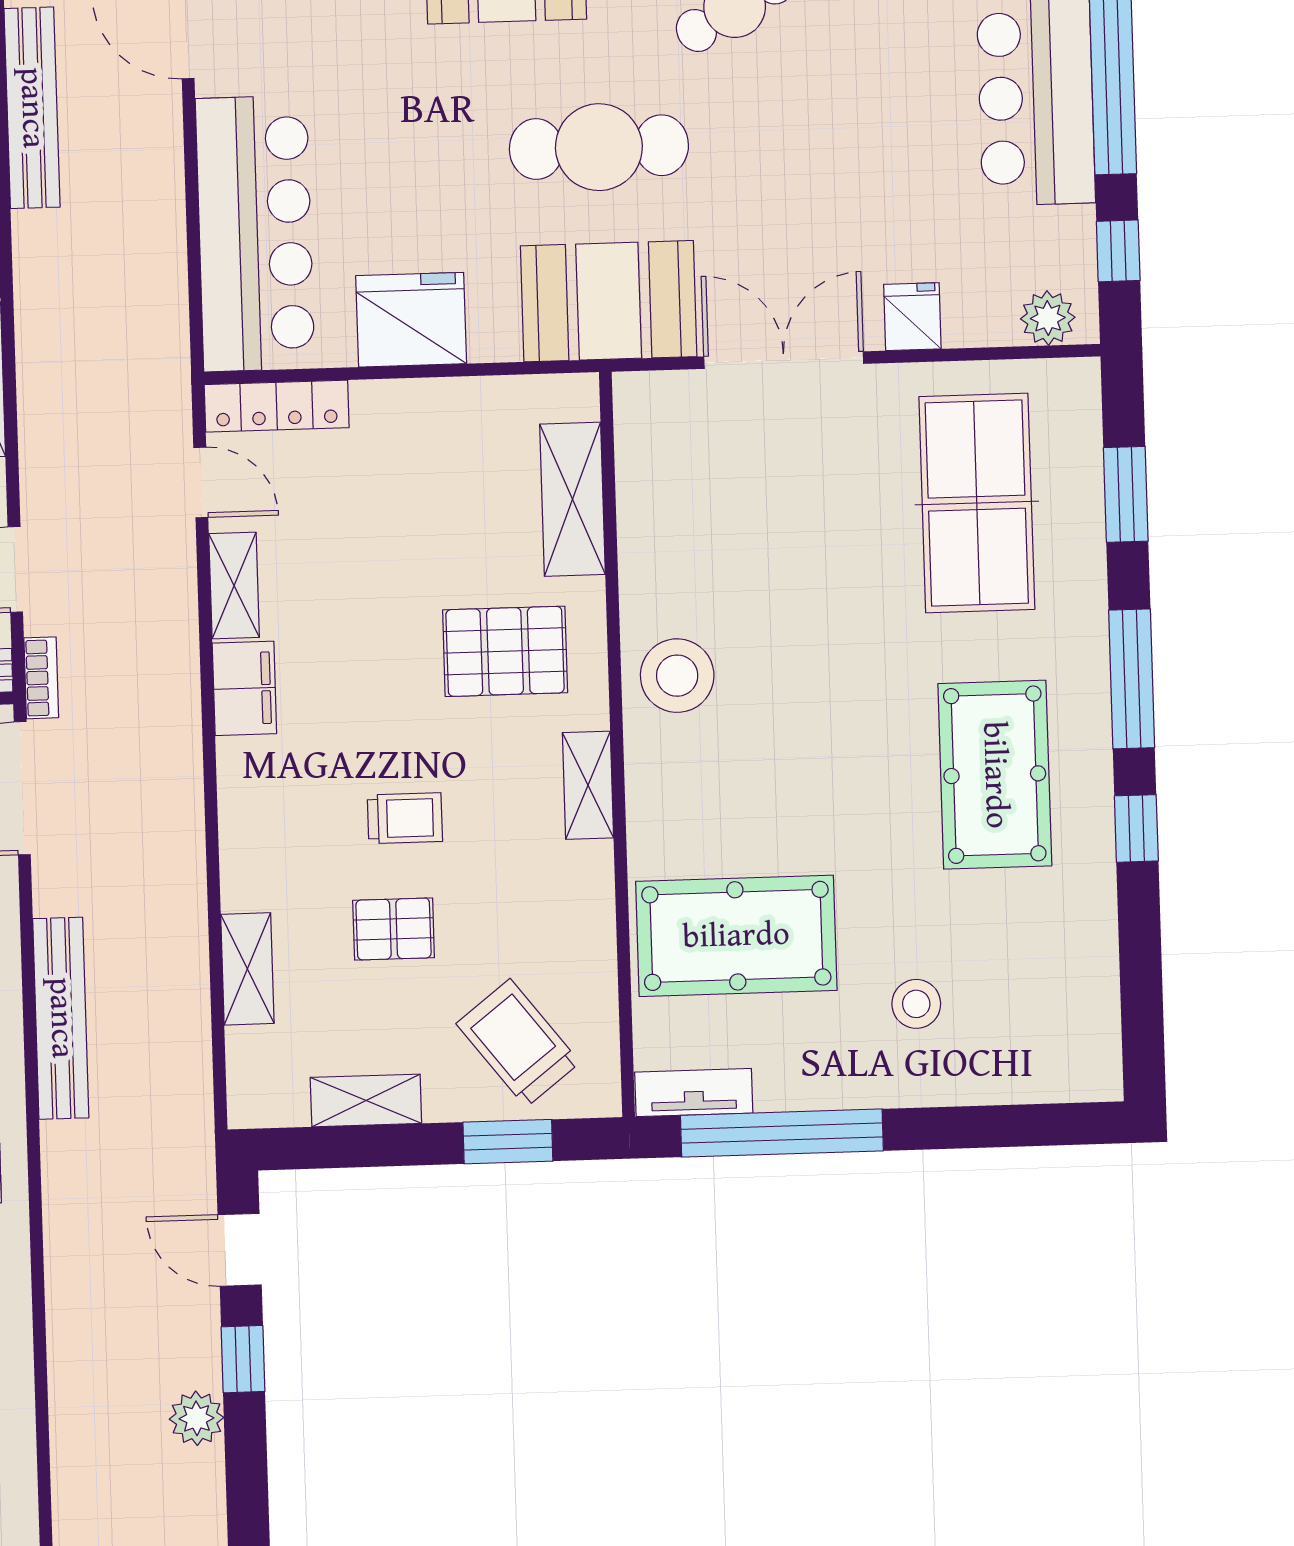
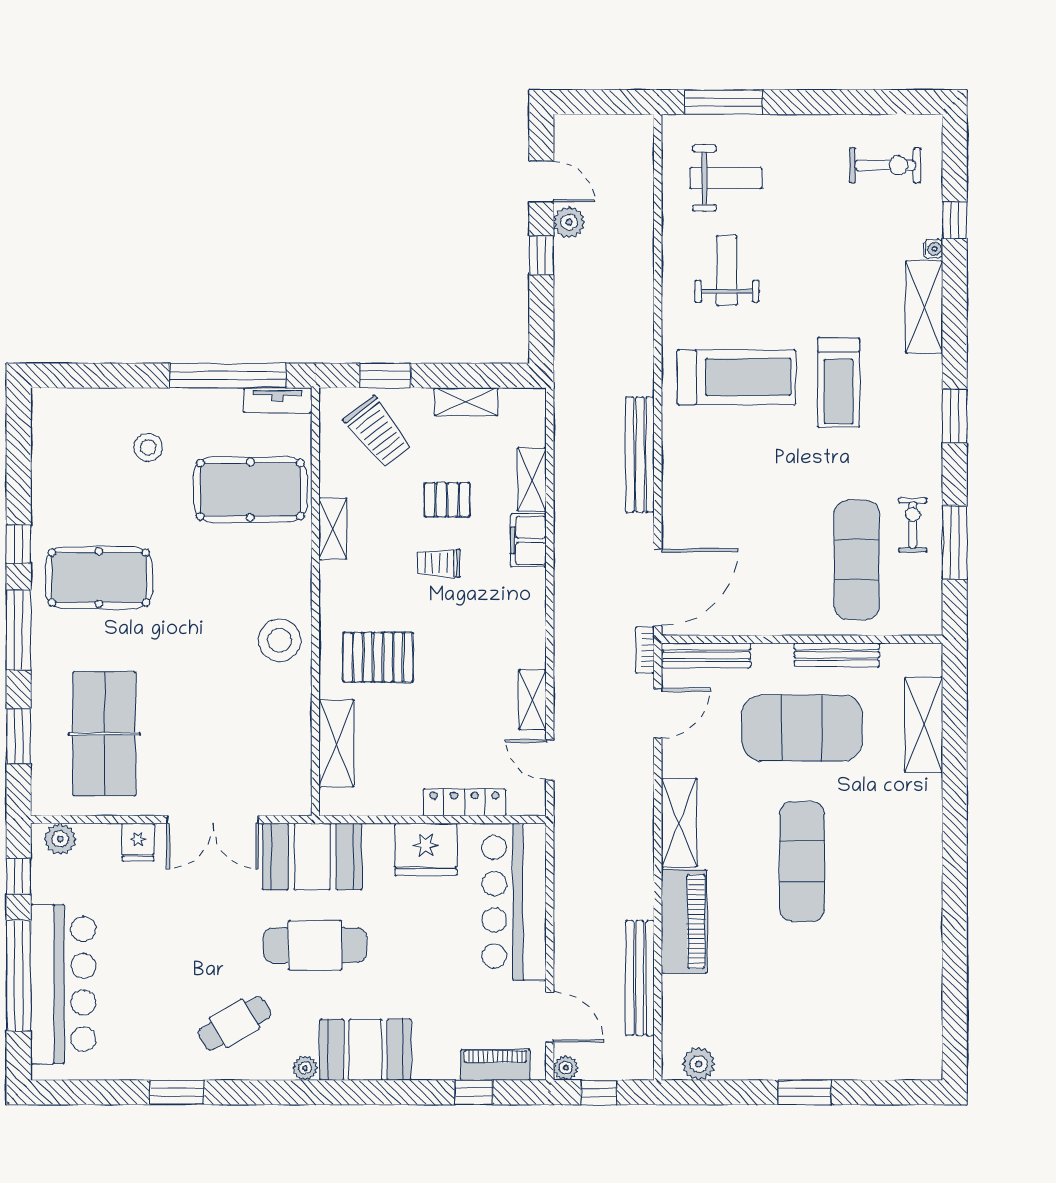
locker: (277, 406) -> (464, 802), moved
filing cabinet: (244, 688) -> (528, 540), moved
pool table: (995, 775) -> (99, 578), turned 90
shelving: (588, 785) -> (333, 529), moved
door: (240, 1250) -> (541, 182), moved

